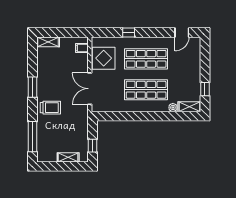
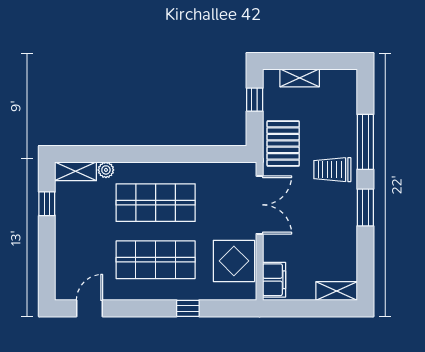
filing cabinet: (82, 48) -> (274, 280), width x2.00
pallet: (77, 122) -> (283, 143), added
window: (32, 137) -> (365, 142), moved

